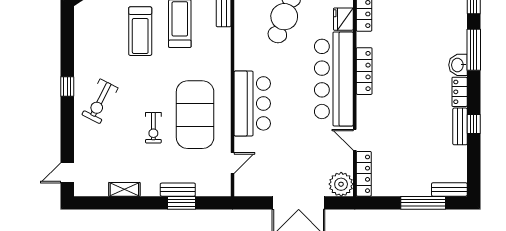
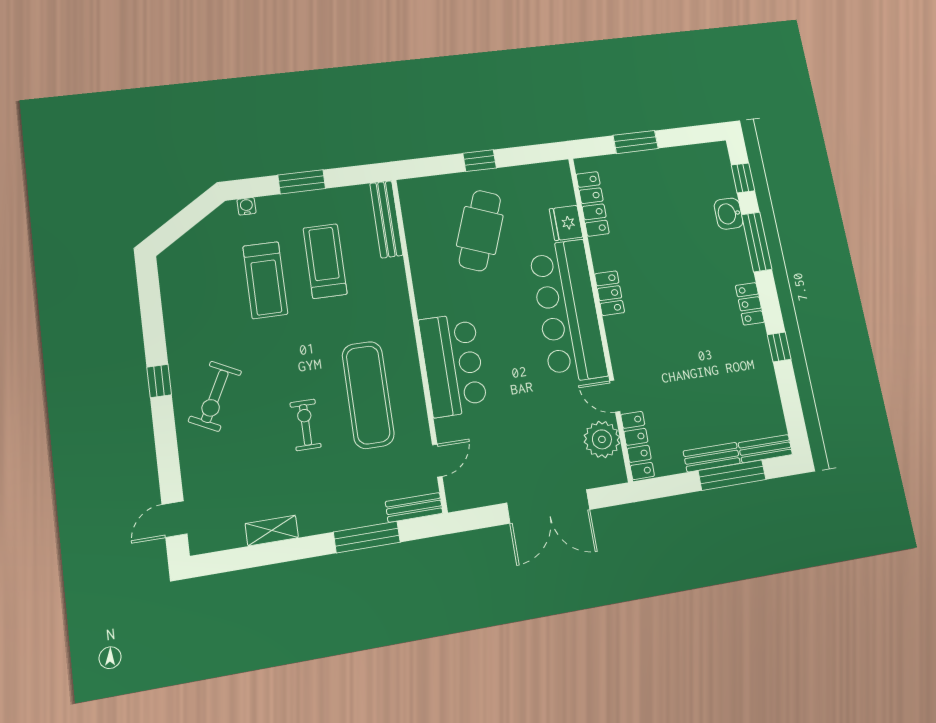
washbasin: (458, 65) -> (729, 214), moved
locker: (364, 71) -> (610, 293), width x0.66
exercise mat: (195, 115) -> (368, 395), width x0.68
bench: (460, 126) -> (712, 457), moved, turned 90
exercise bike: (153, 128) -> (306, 425), turned 180
plant: (341, 184) -> (602, 439), moved
bench: (178, 190) -> (414, 507), moved
window: (182, 203) -> (367, 537), width x1.44

